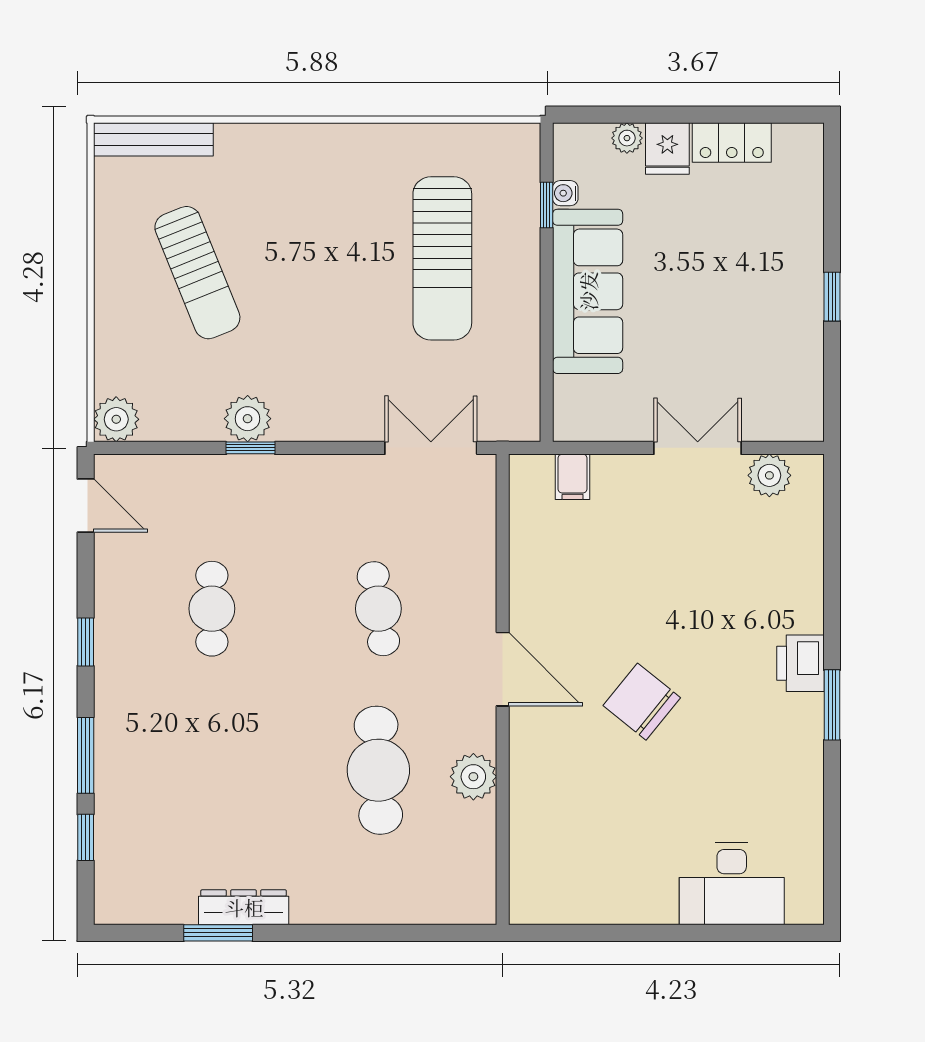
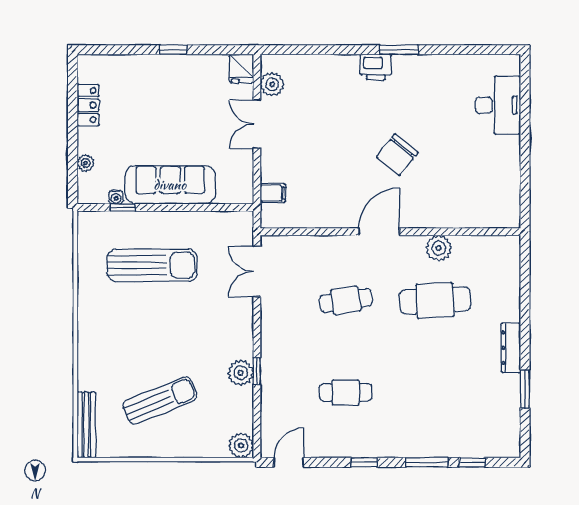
fridge: (667, 149) -> (242, 68), moved, turned 90
dresser: (244, 907) -> (511, 348), moved

